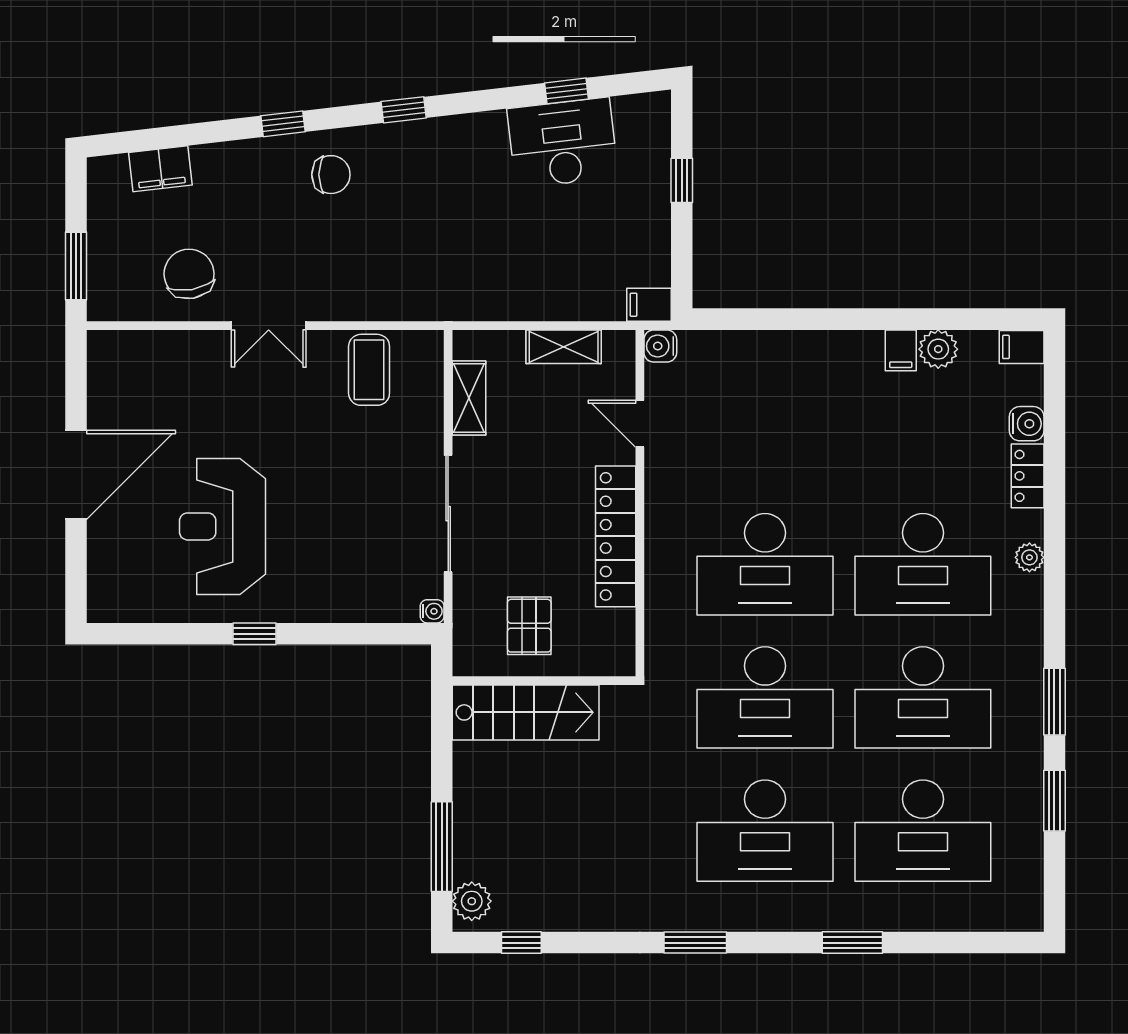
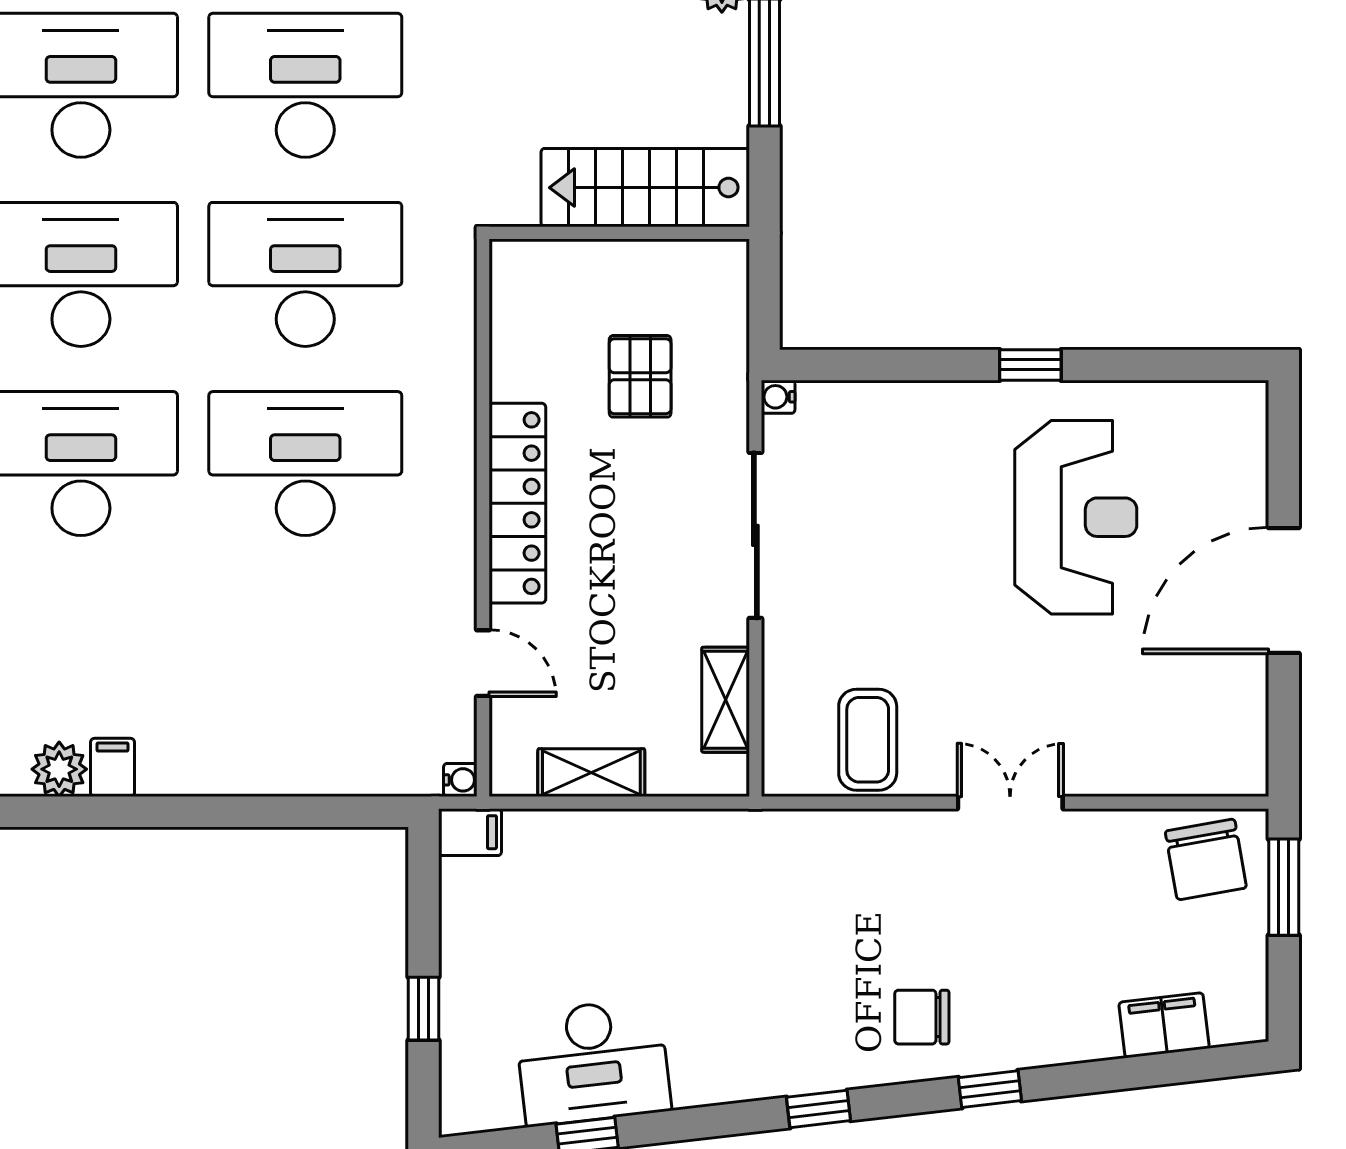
chair: (189, 274) -> (1206, 859), moved
water cooler: (660, 346) -> (460, 780), width x0.72, depth x0.72
wall: (544, 681) -> (619, 233), moved
stairs: (526, 712) -> (645, 188), moved

